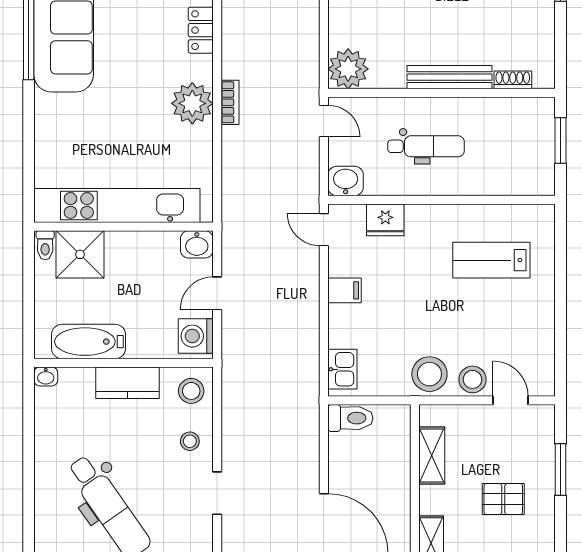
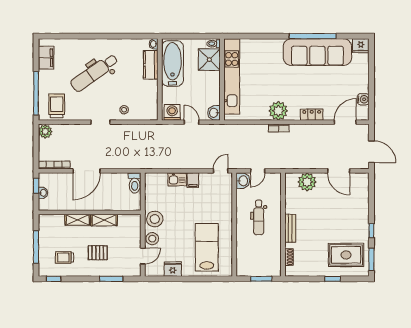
plant: (348, 69) -> (307, 182), moved
bench: (450, 77) -> (290, 228), width x0.73
door: (324, 121) -> (258, 171), moved
fridge: (385, 220) -> (173, 269), moved, turned 90
lab bench: (491, 260) -> (207, 247), width x1.36, depth x1.39
bathtub: (89, 342) -> (172, 63), width x1.36, depth x1.36
kitchen sink: (342, 369) -> (177, 179), moved
kitchen counter: (127, 383) -> (151, 65), moved
stool: (191, 391) -> (147, 110), removed
shelving: (432, 456) -> (104, 220), moved
pallet: (503, 499) -> (98, 253), turned 90

